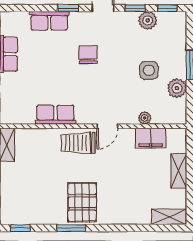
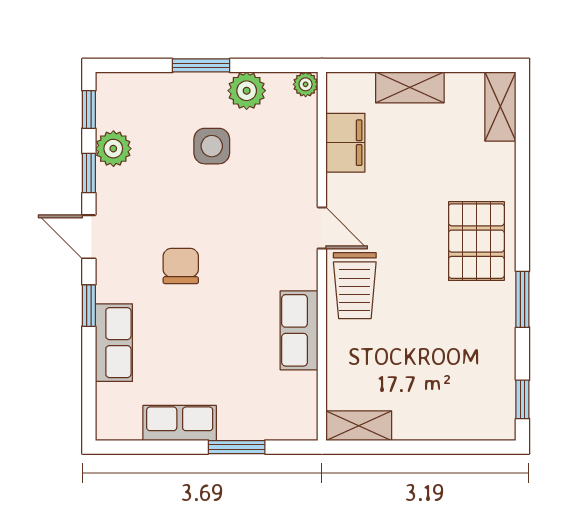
chair: (88, 55) -> (181, 266), turned 90
plant: (145, 118) -> (306, 84), moved
pallet: (82, 202) -> (476, 241), moved, turned 90

